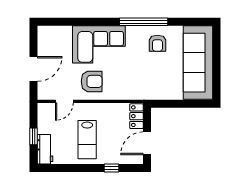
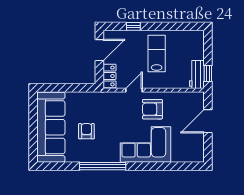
armchair: (157, 43) -> (86, 131), moved
door: (64, 101) -> (134, 90), moved
window: (34, 136) -> (208, 74), moved
workbench: (45, 149) -> (197, 74), moved

